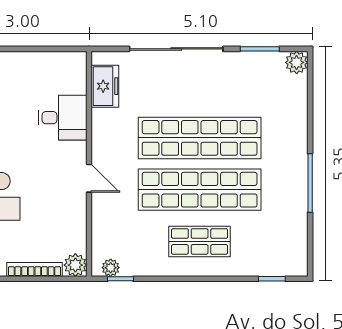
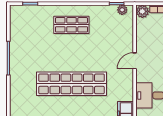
door: (89, 178) -> (135, 61), hinge flipped
shop shelf: (200, 190) -> (71, 54), removed

